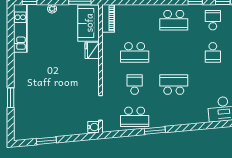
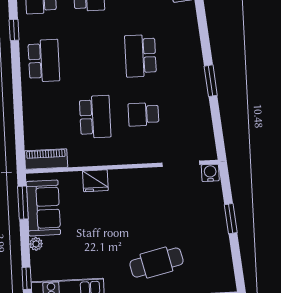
sofa: (89, 23) -> (43, 208), moved, turned -90
cafe table: (36, 88) -> (156, 263), added
school desk: (135, 117) -> (192, 112), removed
window: (46, 141) -> (231, 219), moved

